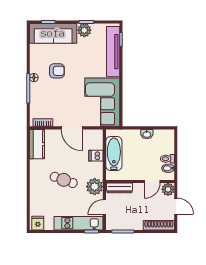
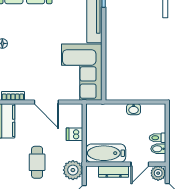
armchair: (57, 71) -> (29, 36), removed
bathtub: (114, 154) -> (106, 153), moved, turned -90
cafe table: (64, 180) -> (37, 162), turned 71
dresser: (120, 188) -> (114, 172), moved

